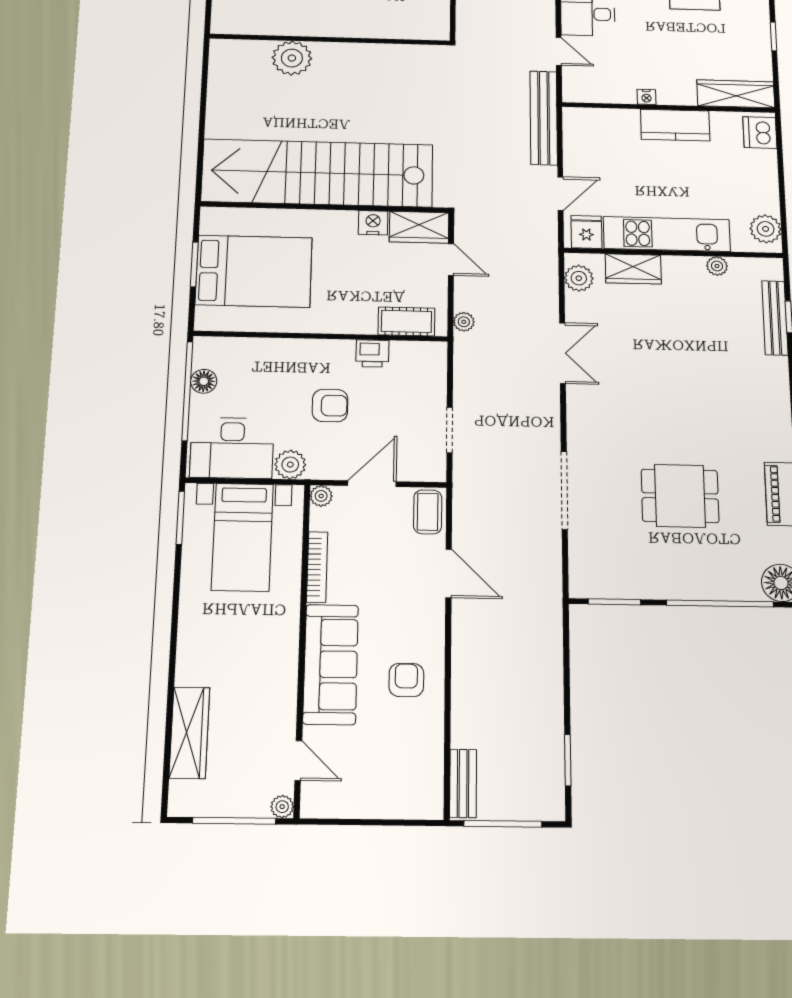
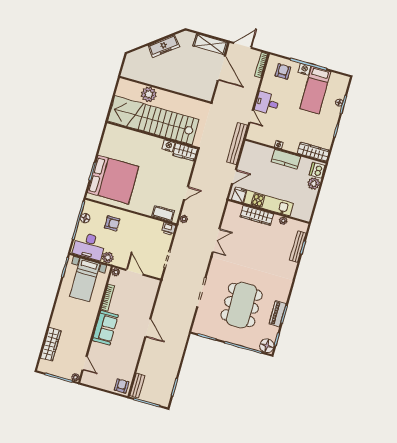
stairs: (317, 173) -> (153, 120), moved
wall: (325, 207) -> (152, 135), moved
nightstand: (373, 223) -> (169, 146), moved
wardrobe: (419, 227) -> (185, 152), moved
plant: (766, 229) -> (314, 184), moved
door: (451, 259) -> (186, 193), hinge flipped
wardrobe: (633, 269) -> (257, 215), width x1.50
bed: (254, 271) -> (113, 180), width x1.36
plant: (579, 278) -> (231, 213), removed
printer: (372, 353) -> (169, 229), moved
armchair: (330, 406) -> (112, 223), moved
door: (372, 484) -> (135, 272), hinge flipped
dining table: (680, 496) -> (242, 305), width x1.88, depth x1.24
coffee table: (428, 512) -> (151, 288), removed
door: (449, 573) -> (148, 328), moved
sofa: (331, 664) -> (105, 328), width x0.73
armchair: (406, 680) -> (122, 386), moved

